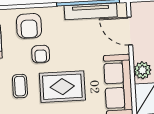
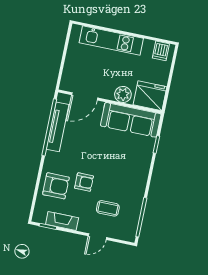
rug: (62, 87) -> (119, 170), removed

